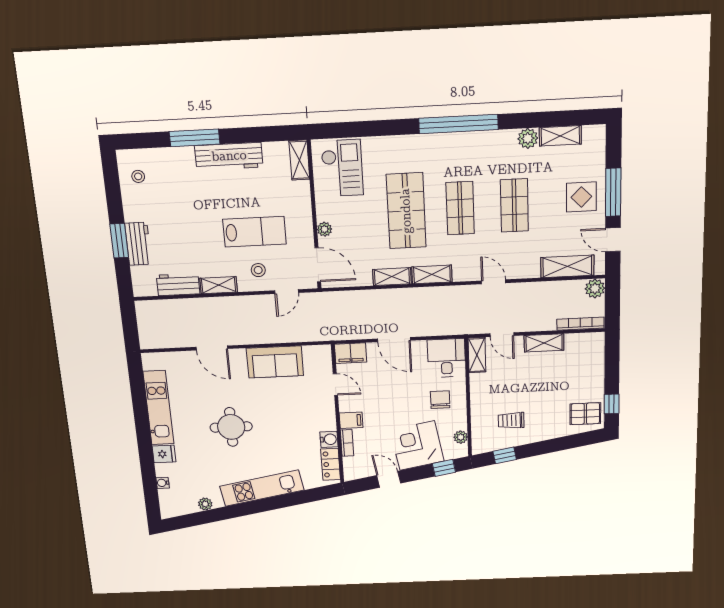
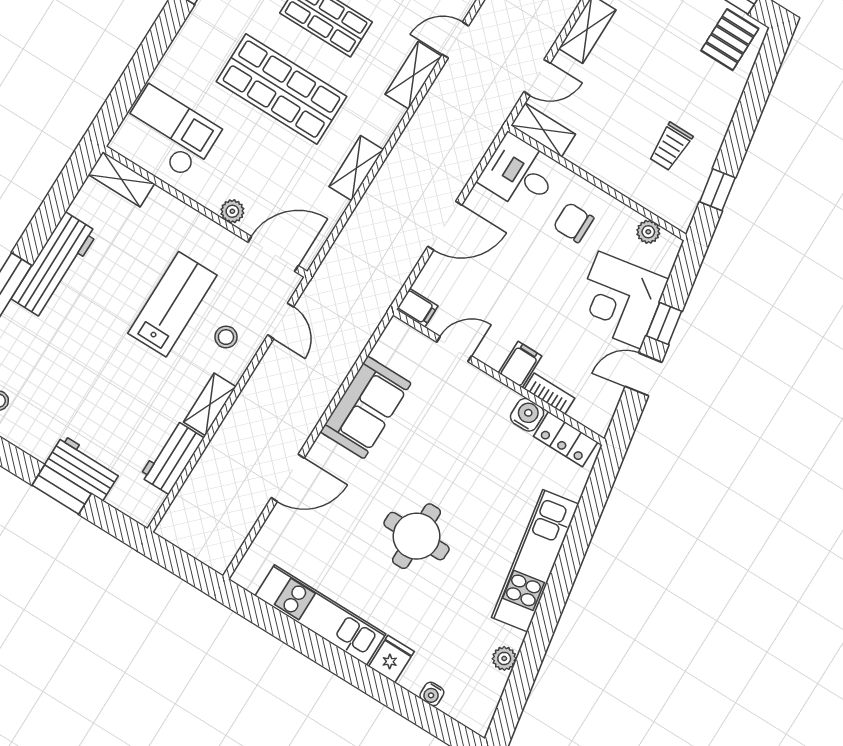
shelving: (432, 274) -> (413, 75), moved
filing cabinet: (351, 353) -> (417, 308), width x0.50
window: (444, 468) -> (664, 323), moved

